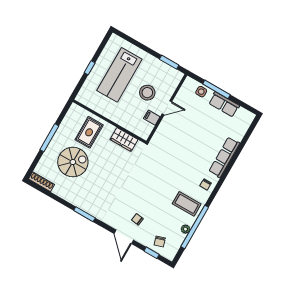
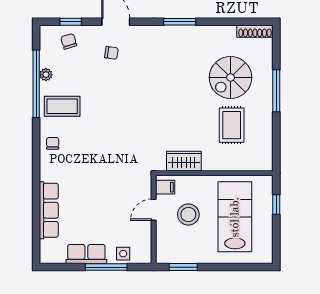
wall: (110, 121) -> (214, 173), moved
wardrobe: (124, 139) -> (184, 161), moved
row of seats: (224, 157) -> (49, 210), moved

